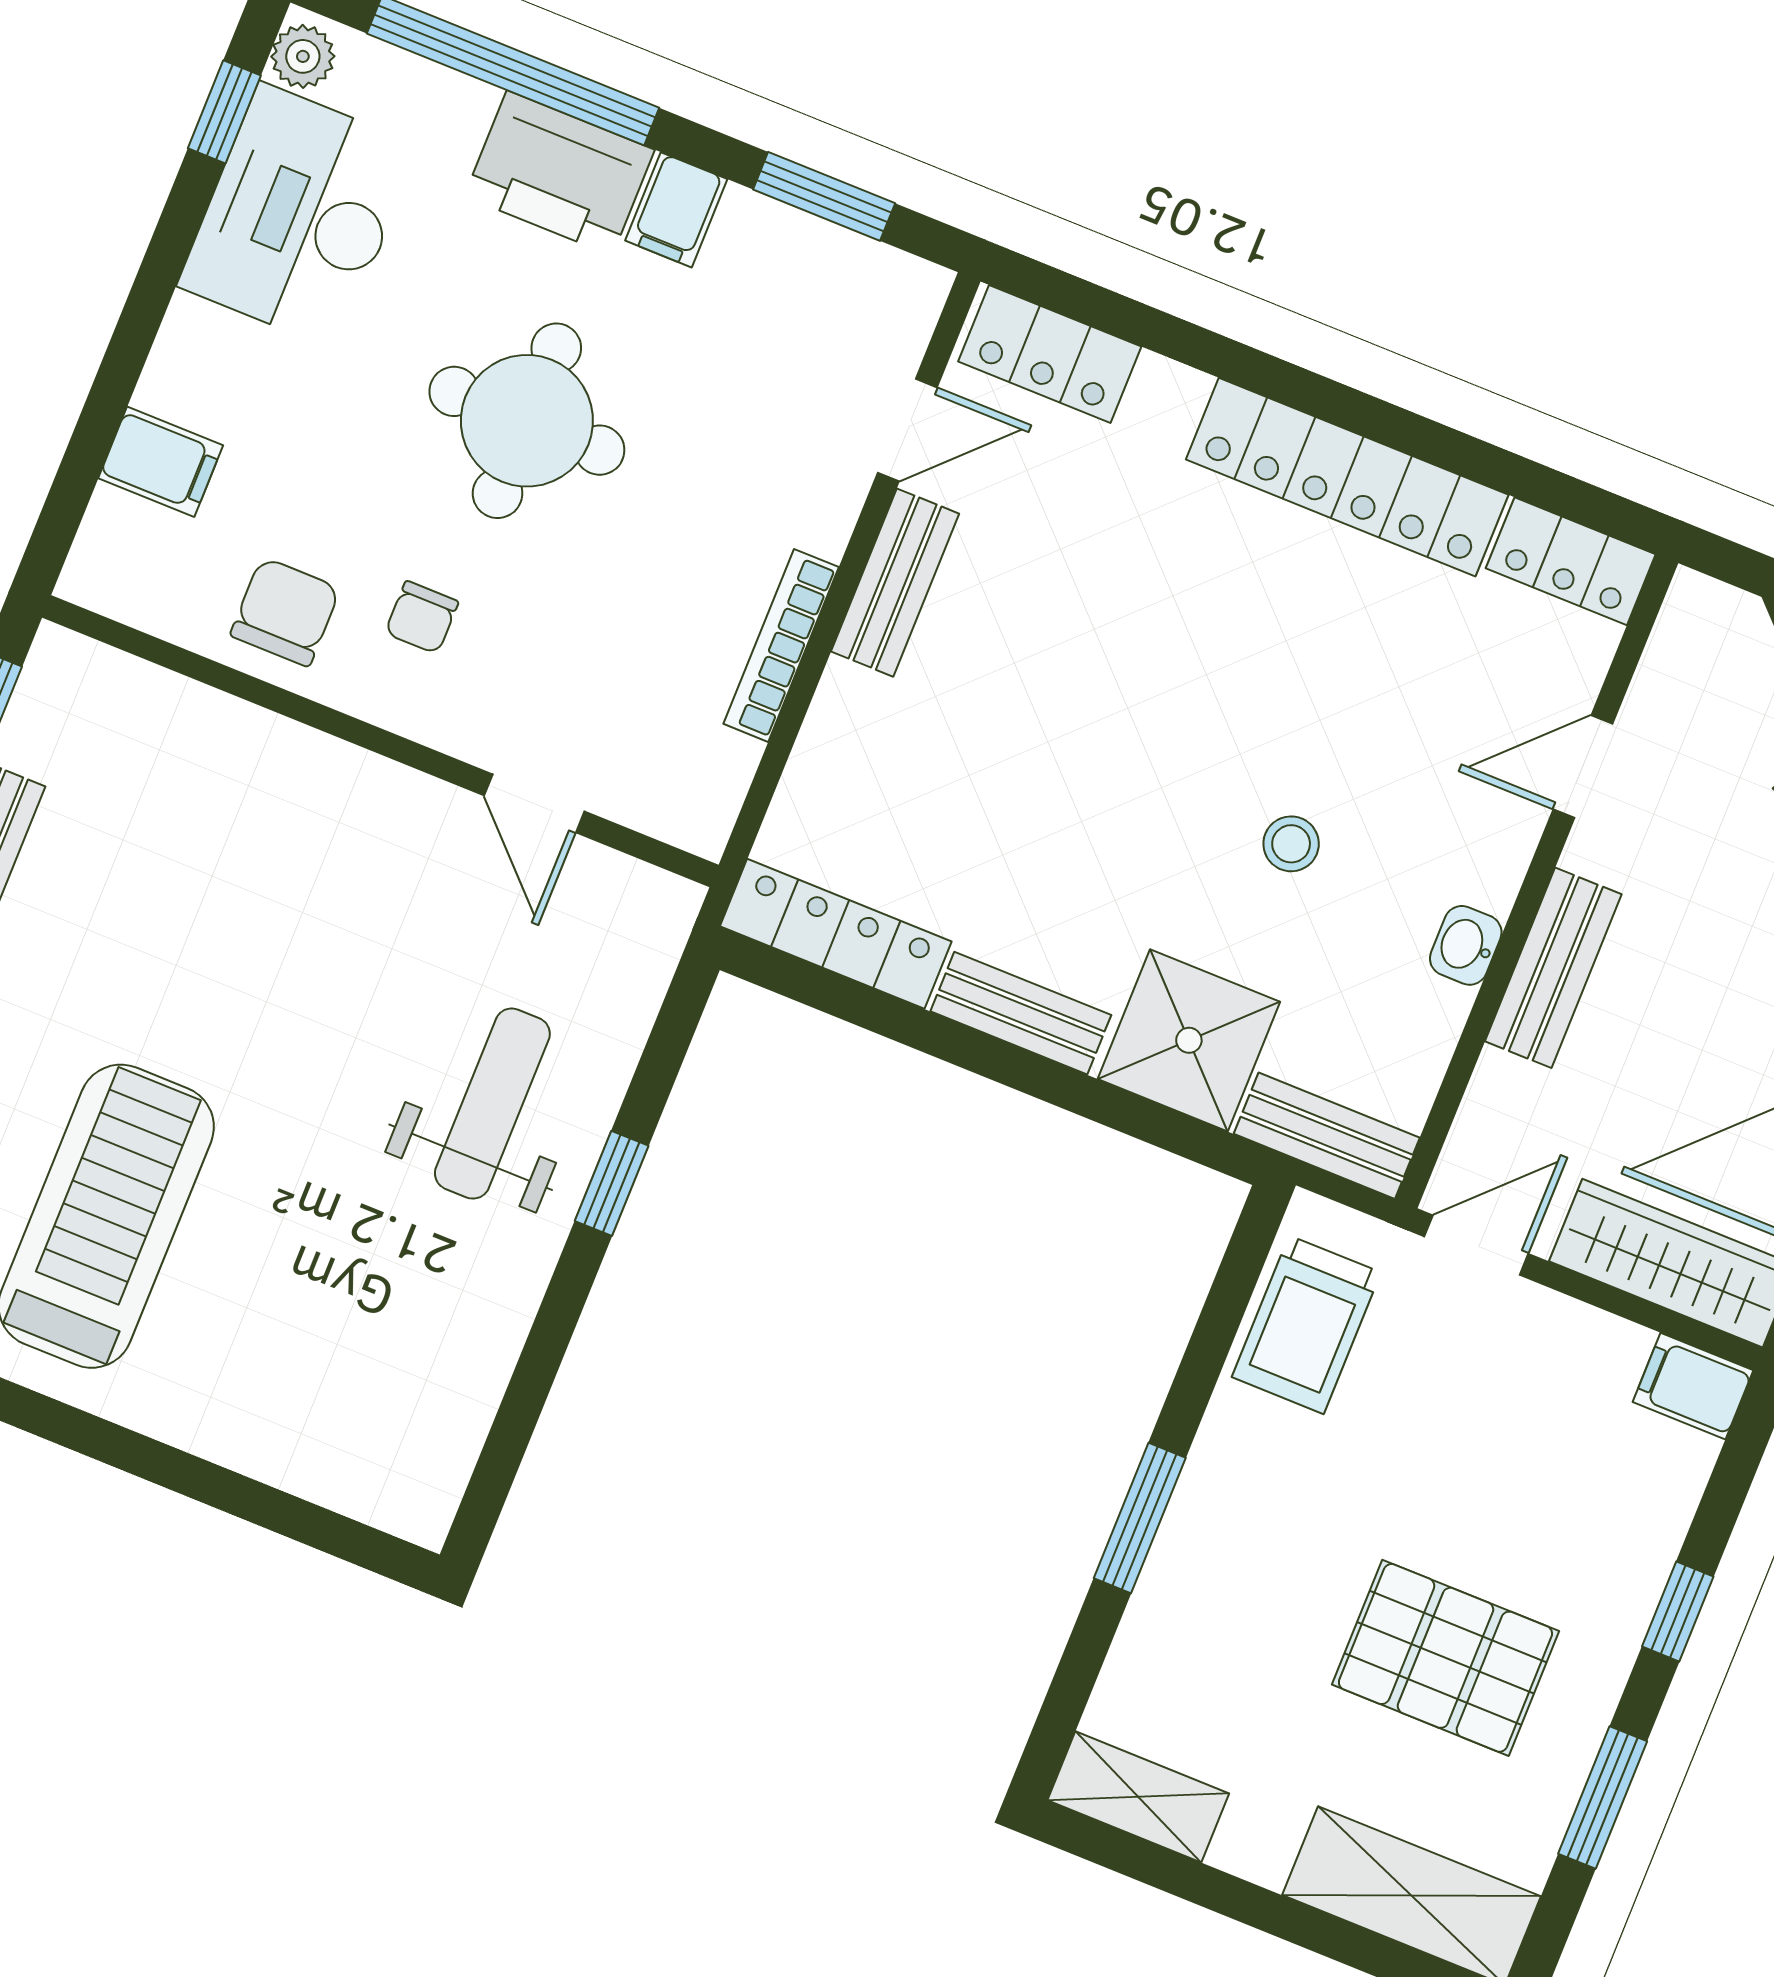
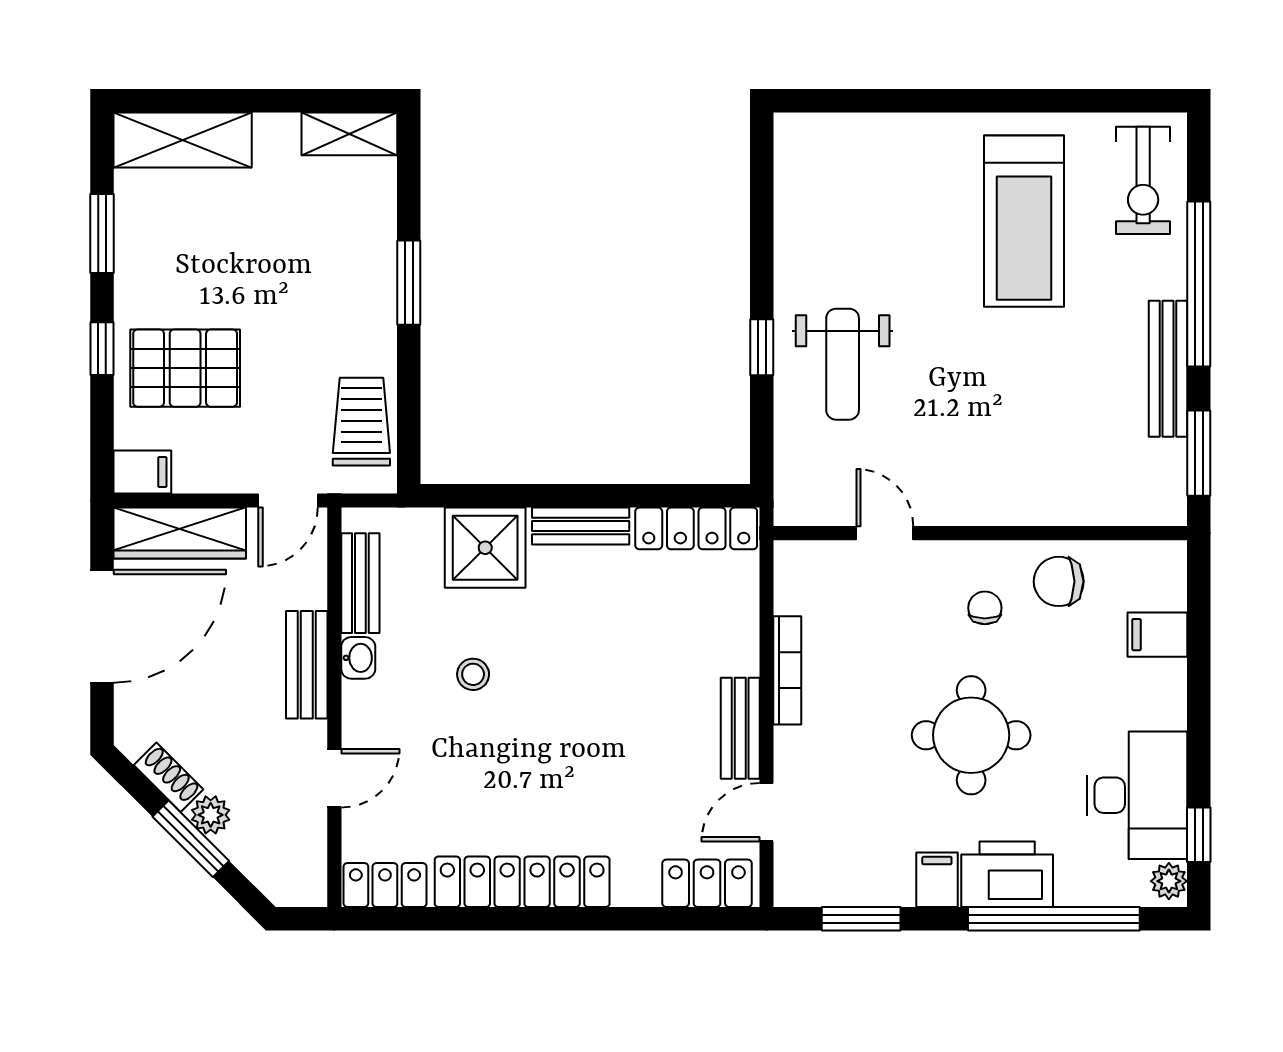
chair: (285, 612) -> (1059, 581), turned 90
bench: (1327, 1136) -> (360, 583), moved, turned 90
pallet: (1445, 1658) -> (185, 368), moved

